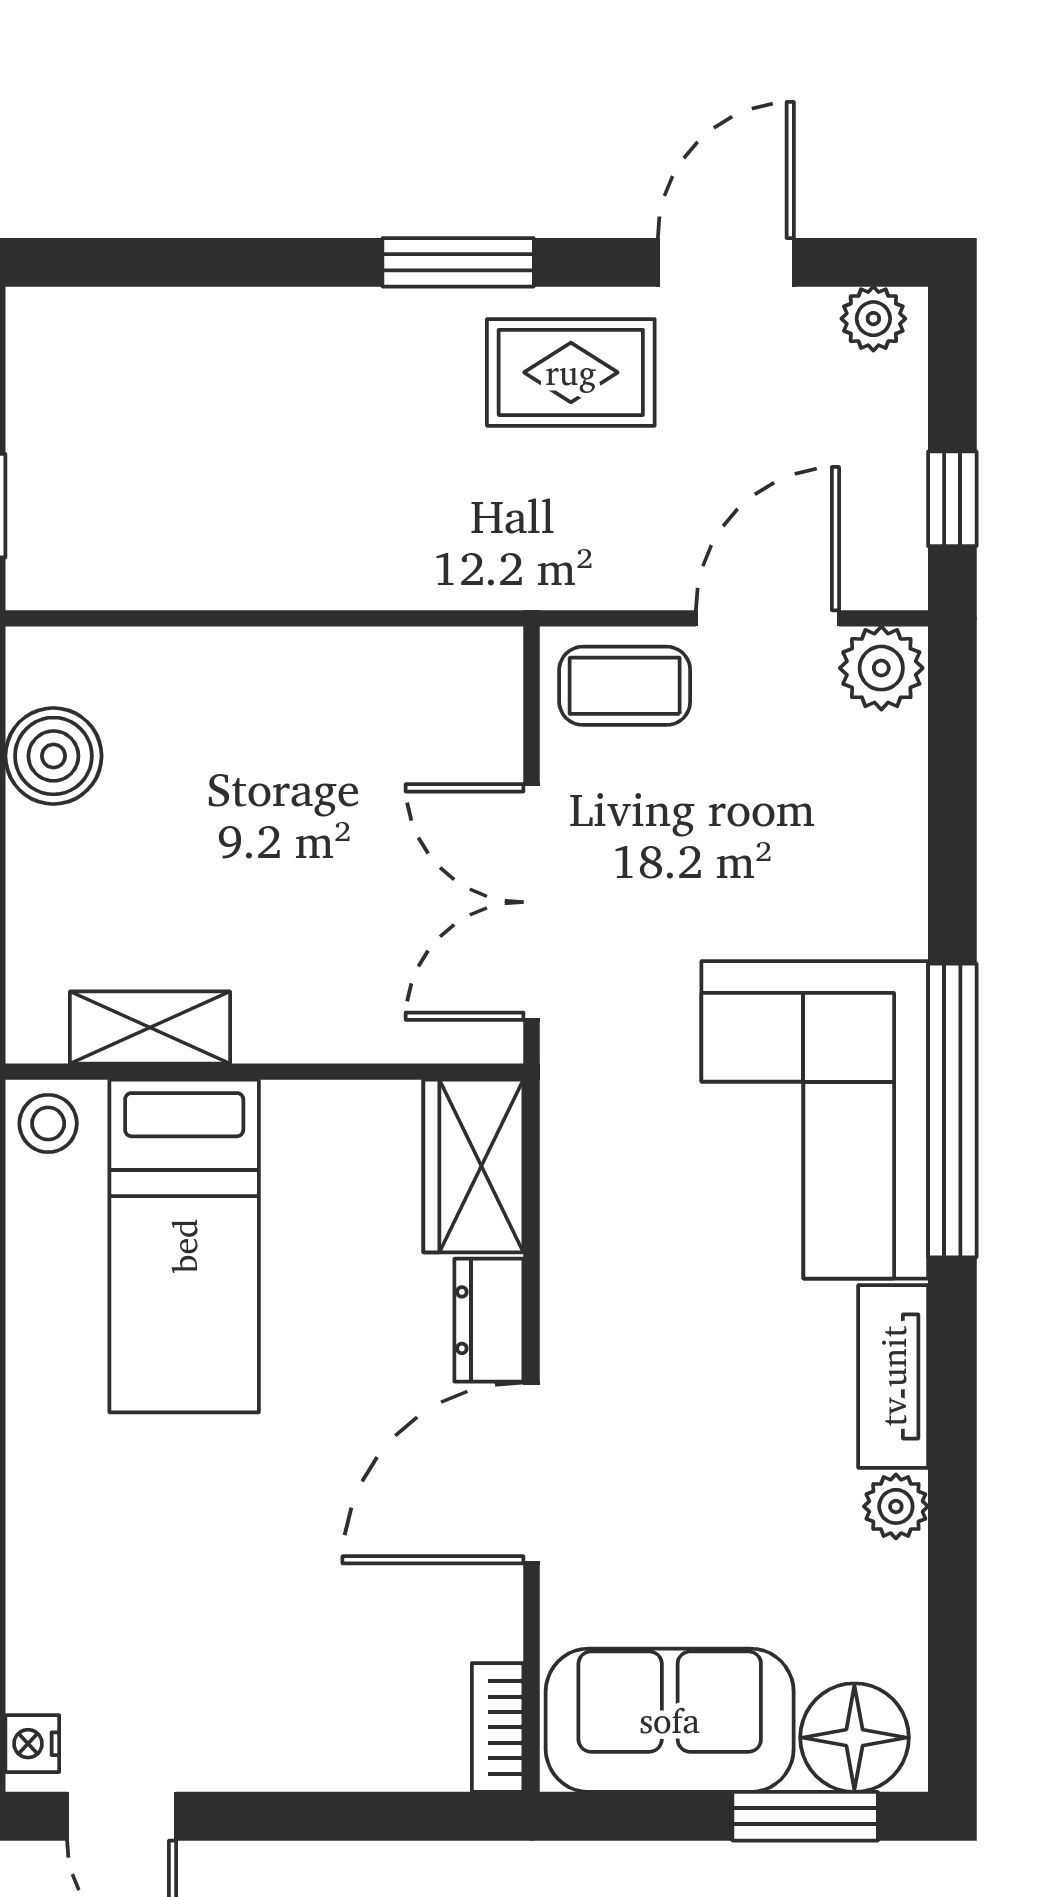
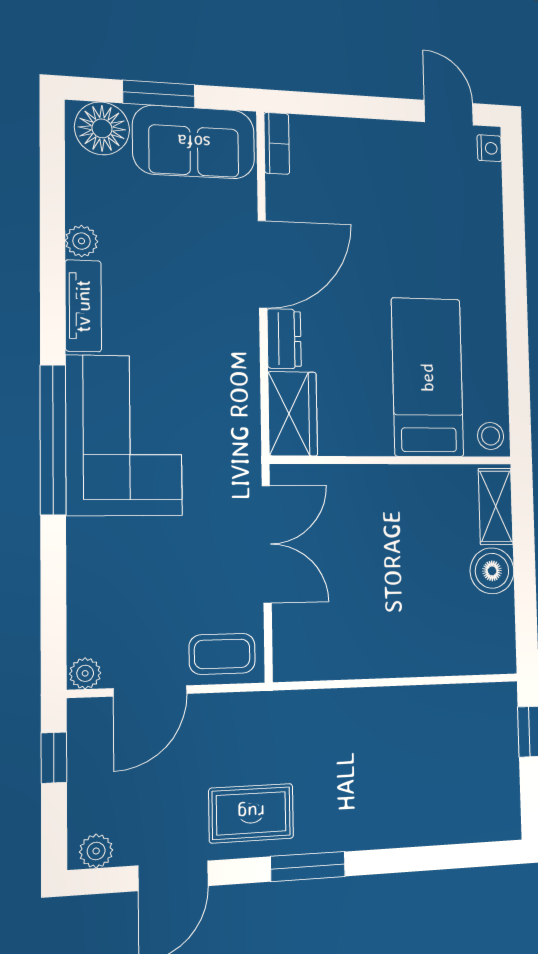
plant: (881, 668) -> (85, 673), width x0.73, depth x0.73
boiler: (53, 756) -> (492, 571), moved
shelving: (150, 1028) -> (496, 506), moved, turned 90
window: (805, 1816) -> (159, 94), moved

